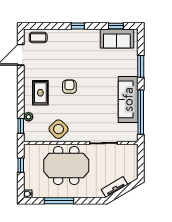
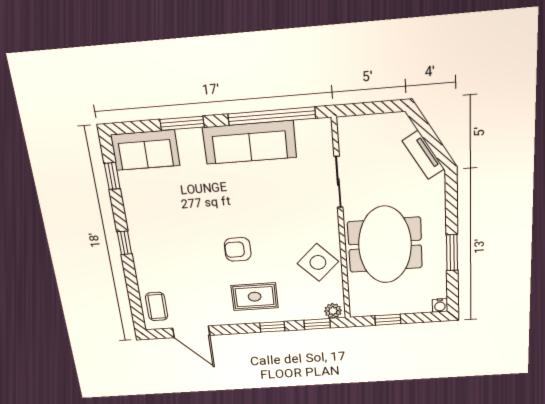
sofa: (117, 38) -> (145, 150), moved, turned 90
window: (21, 101) -> (272, 327), added
plant: (29, 117) -> (333, 311), moved
window: (59, 201) -> (452, 253), width x0.69

